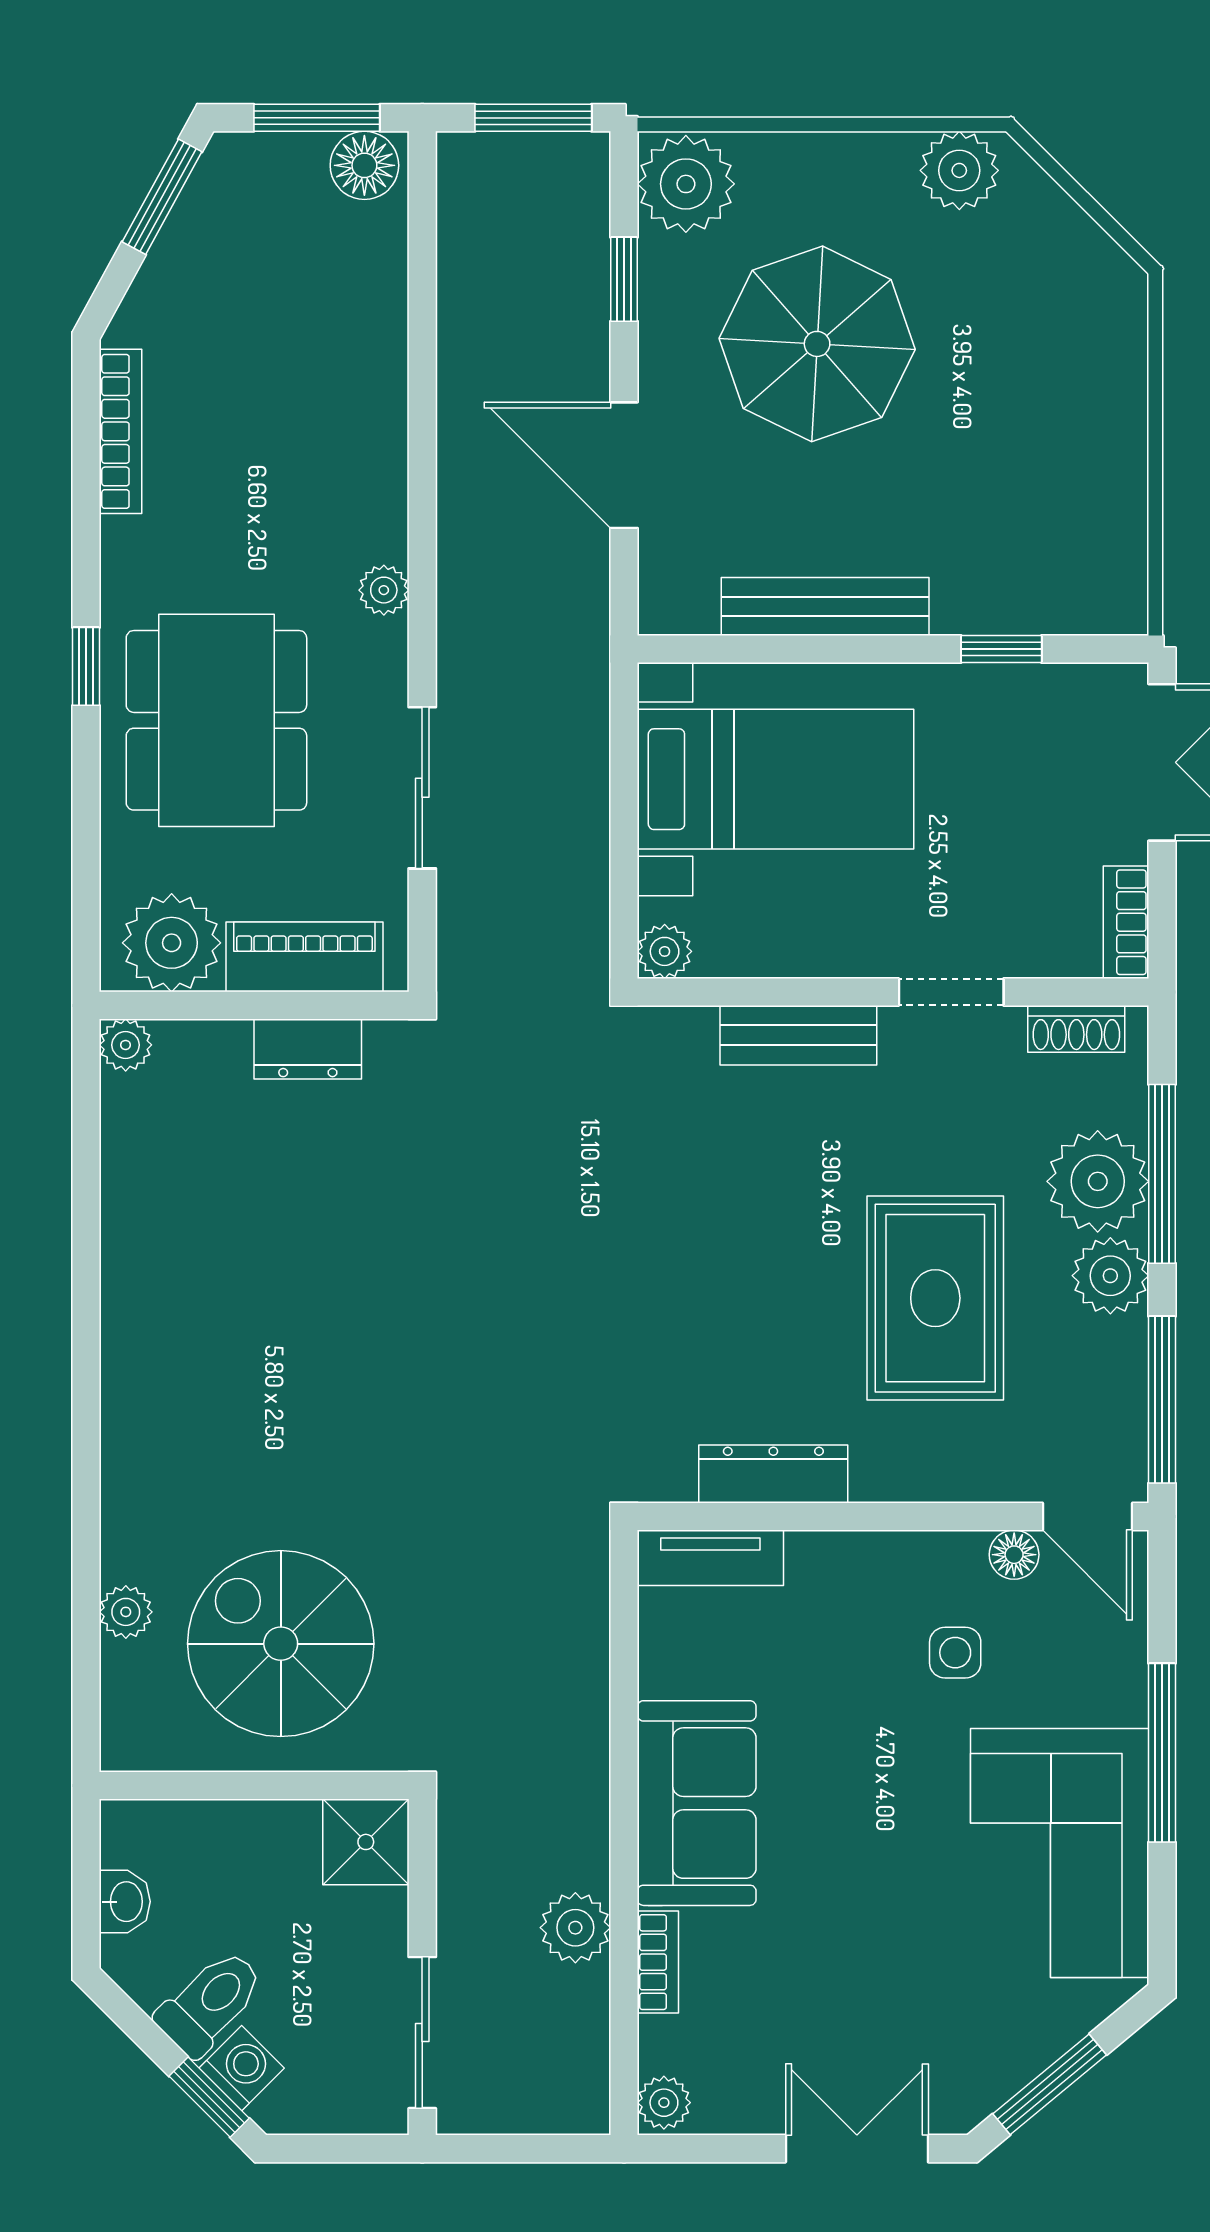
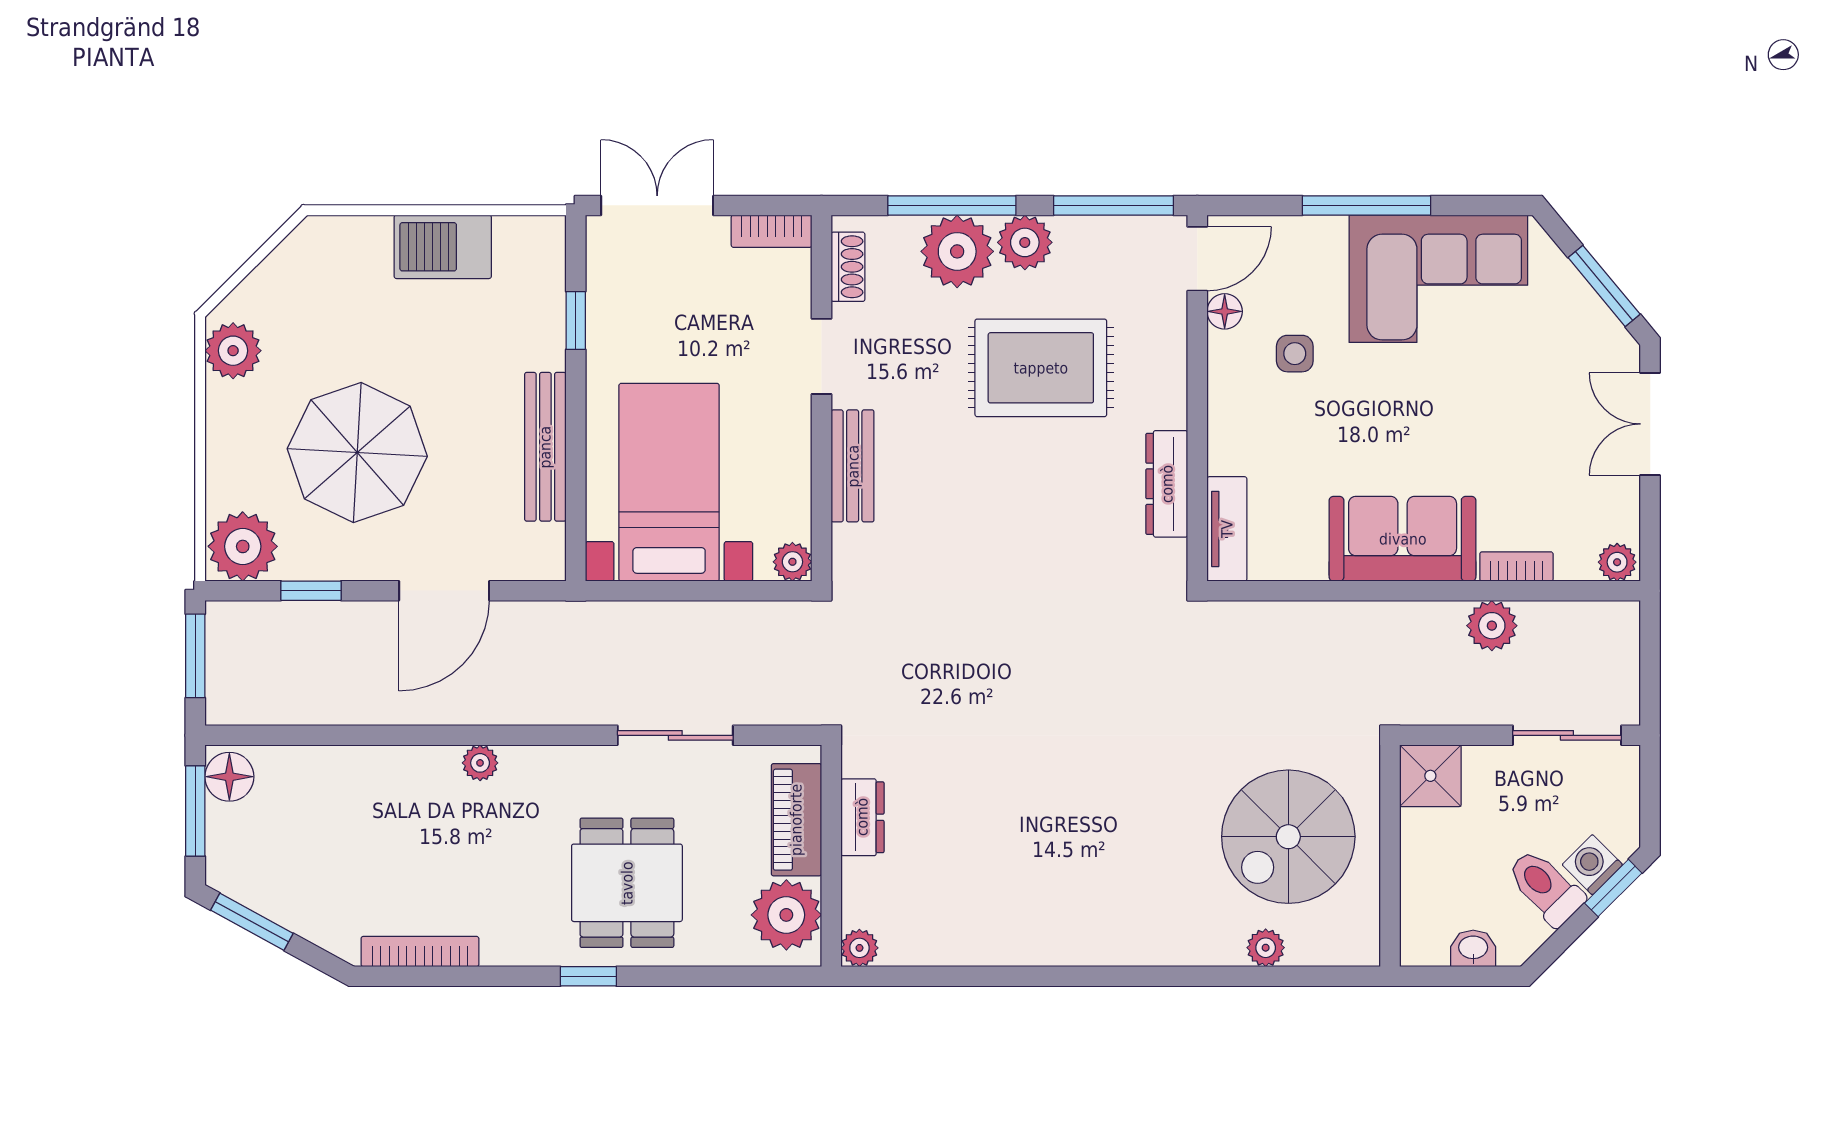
barbecue: (1104, 463) -> (443, 247), added
plant: (384, 590) -> (480, 763), moved
dining table: (216, 720) -> (627, 883), width x0.73

